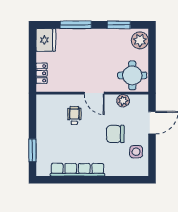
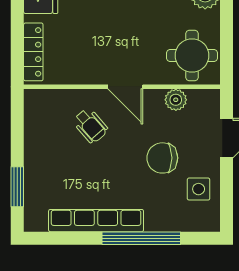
locker: (42, 73) -> (33, 52), width x1.53
wheelchair: (74, 115) -> (90, 126), turned 139
window: (103, 180) -> (141, 238), added

